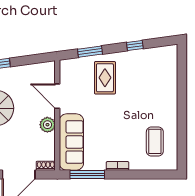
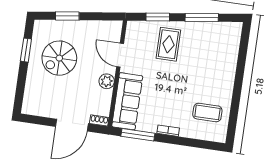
window: (135, 46) -> (202, 17), width x2.17
coffee table: (155, 141) -> (207, 112), turned 90

